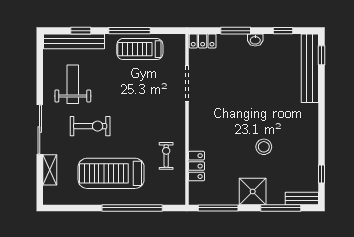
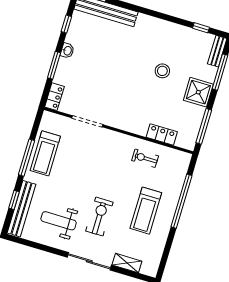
treadmill: (111, 173) -> (146, 211), width x0.73, depth x0.73

